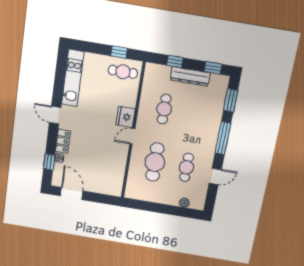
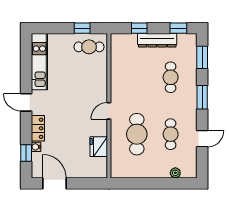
cafe table: (164, 109) -> (171, 77), moved
fridge: (125, 117) -> (99, 147), moved
window: (223, 138) -> (202, 97), width x0.69

